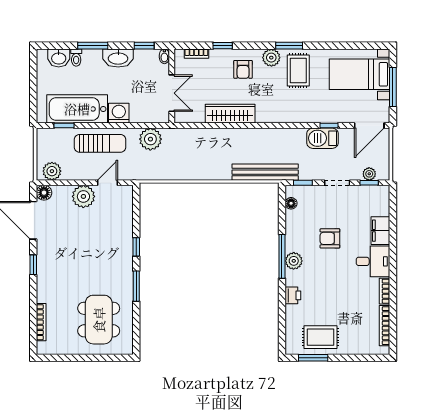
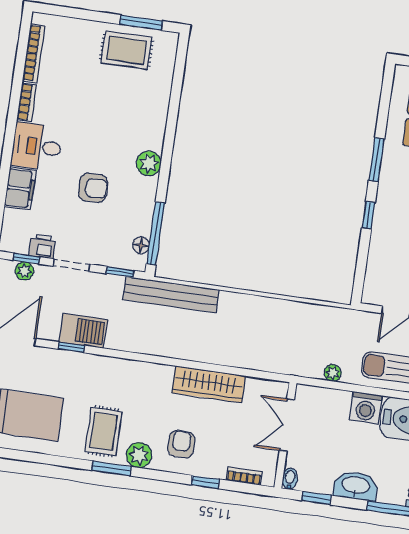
plant: (150, 139) -> (333, 373), width x0.53, depth x0.53
window: (282, 256) -> (156, 234), moved
printer: (293, 295) -> (42, 246), moved, turned 90

